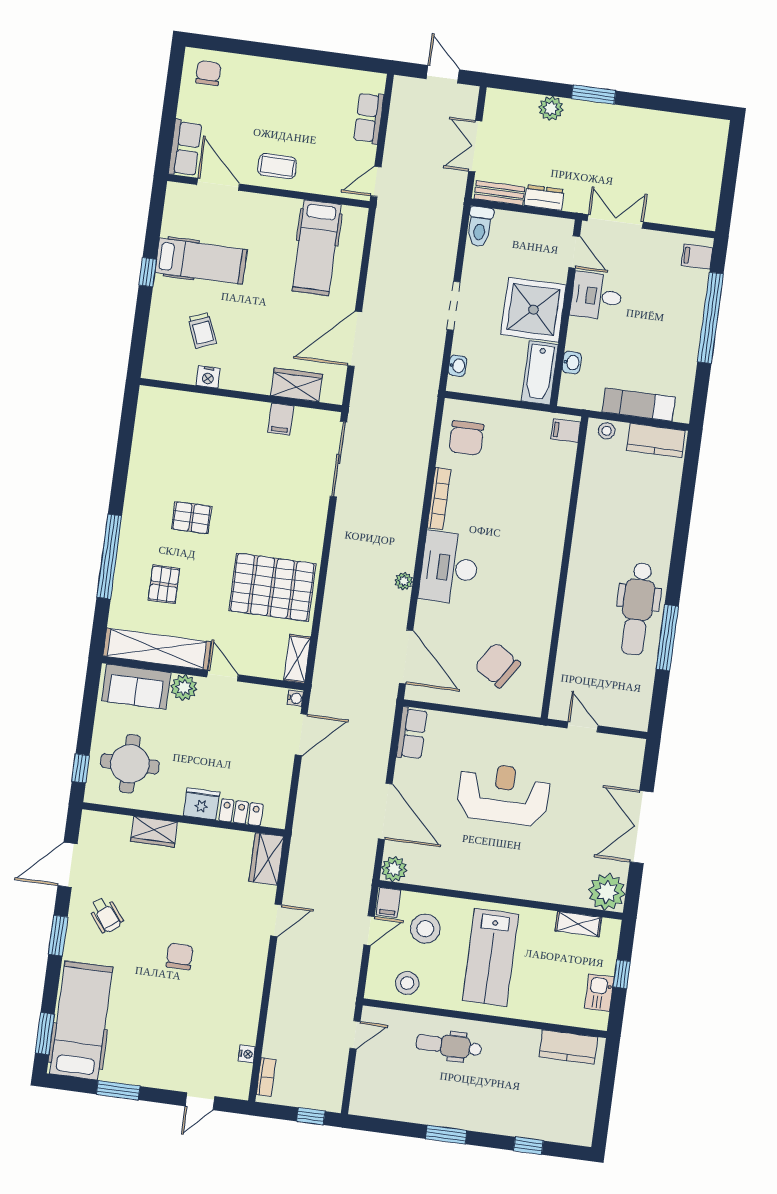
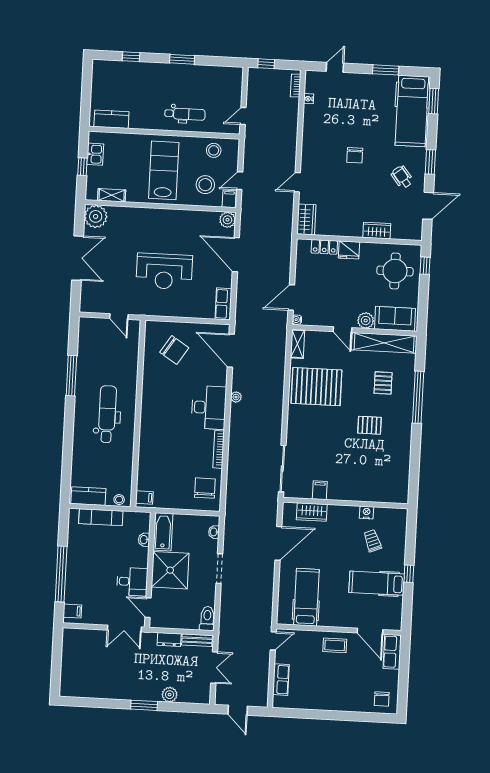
dental chair: (638, 609) -> (107, 414), moved

